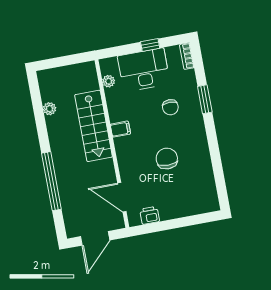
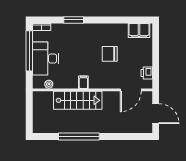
window: (150, 45) -> (29, 51), width x3.17
chair: (170, 107) -> (75, 45), removed
plant: (50, 109) -> (60, 129), removed
window: (51, 181) -> (79, 136), moved
filing cabinet: (207, 193) -> (139, 30), added

